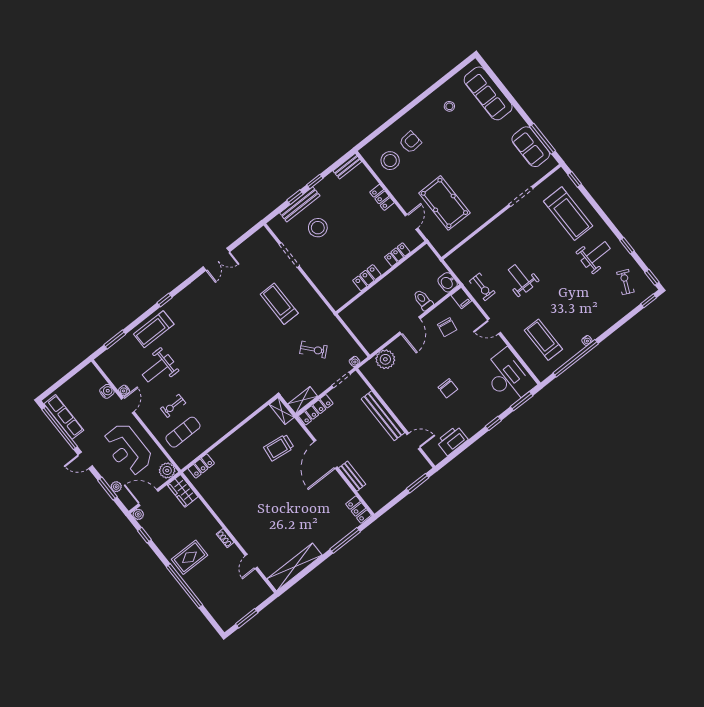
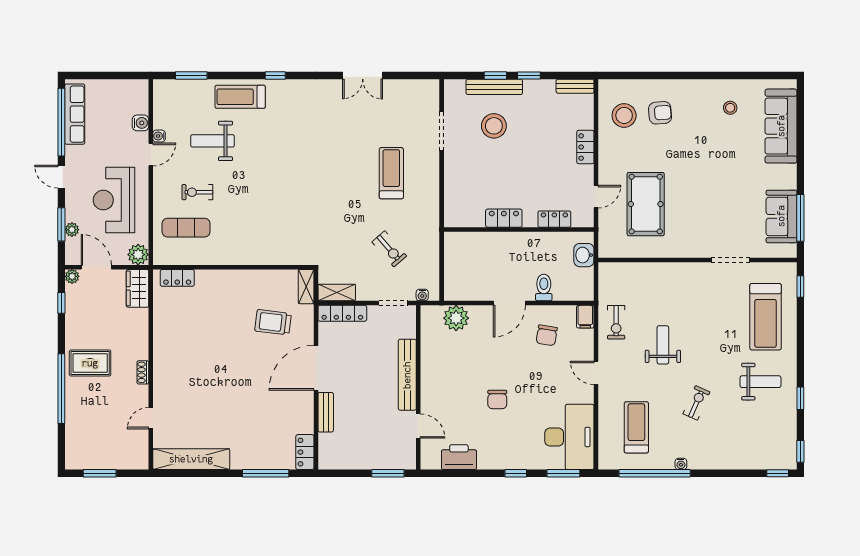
washbasin: (448, 282) -> (584, 255), moved
exercise bike: (625, 282) -> (696, 403), moved

